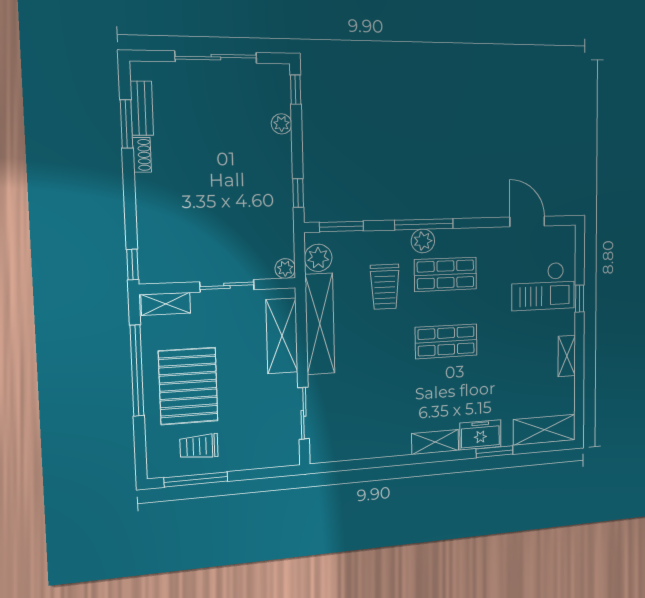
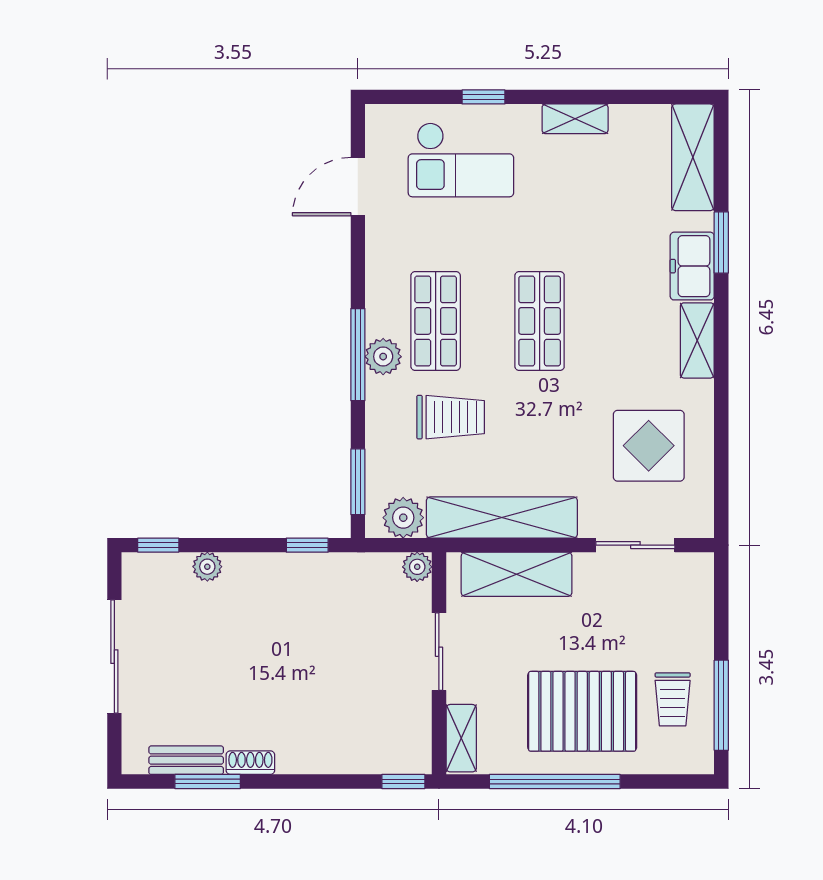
checkout: (543, 286) -> (461, 160), turned 90
display table: (369, 417) -> (649, 446), added

